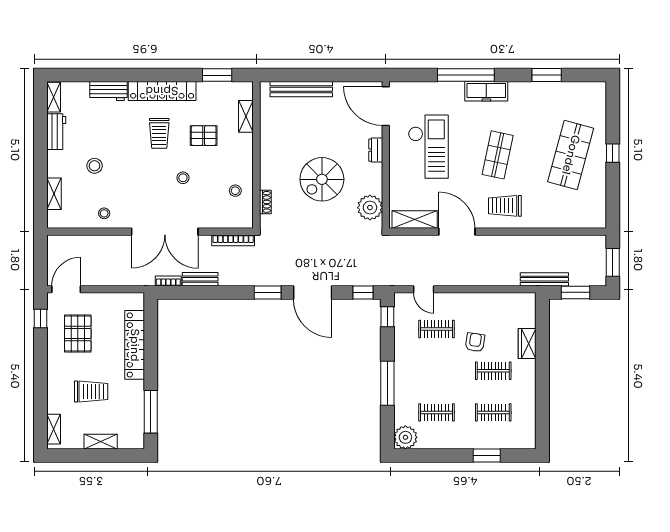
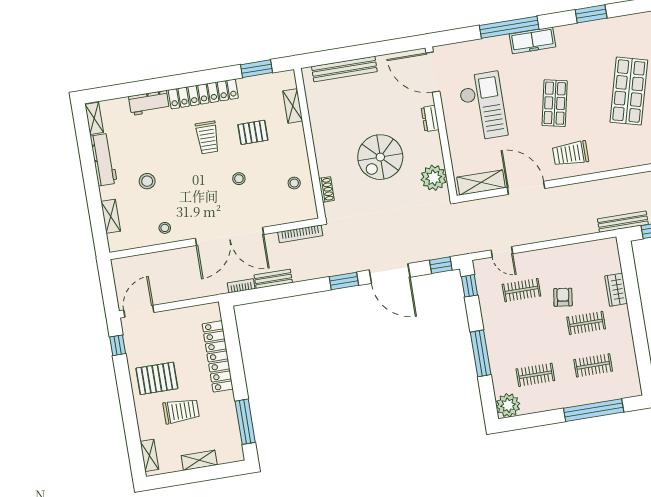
workbench: (56, 132) -> (104, 160), width x1.38
pallet: (78, 333) -> (157, 378), moved, turned 90
window: (487, 455) -> (594, 410), width x2.11

